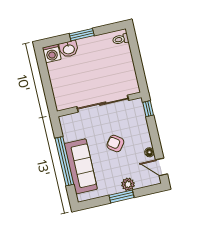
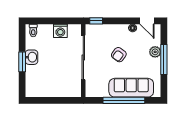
washbasin: (69, 49) -> (31, 57), moved
washing machine: (52, 54) -> (60, 31), moved, turned 90
door: (161, 167) -> (147, 21), hinge flipped
window: (122, 196) -> (164, 60), width x1.44

